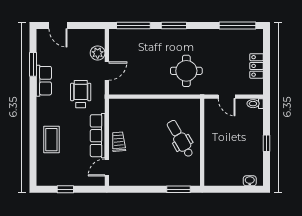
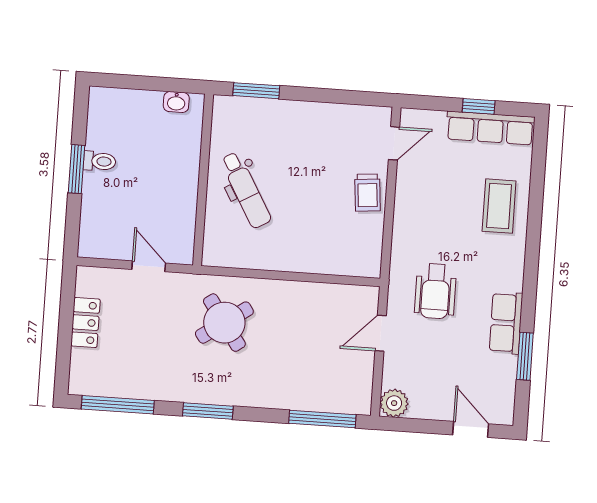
window: (174, 26) -> (208, 411), moved
plant: (98, 53) -> (394, 403), moved
round table: (186, 71) -> (224, 323), turned -35
toilet: (255, 104) -> (100, 161), moved
row of seats: (98, 136) -> (490, 128), moved, turned 90
window: (267, 143) -> (77, 169), width x1.50
washbasin: (250, 181) -> (176, 102), moved

